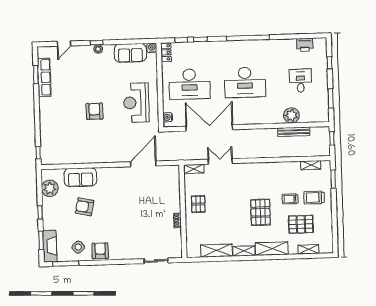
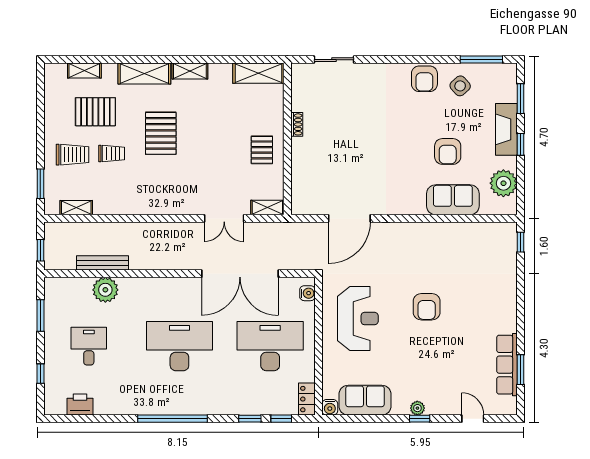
door: (64, 44) -> (473, 419), hinge flipped
desk: (300, 81) -> (89, 346), turned 180
armchair: (85, 207) -> (448, 151), turned 78
fireplace: (50, 246) -> (506, 129), moved
shelving: (217, 251) -> (258, 73), moved

